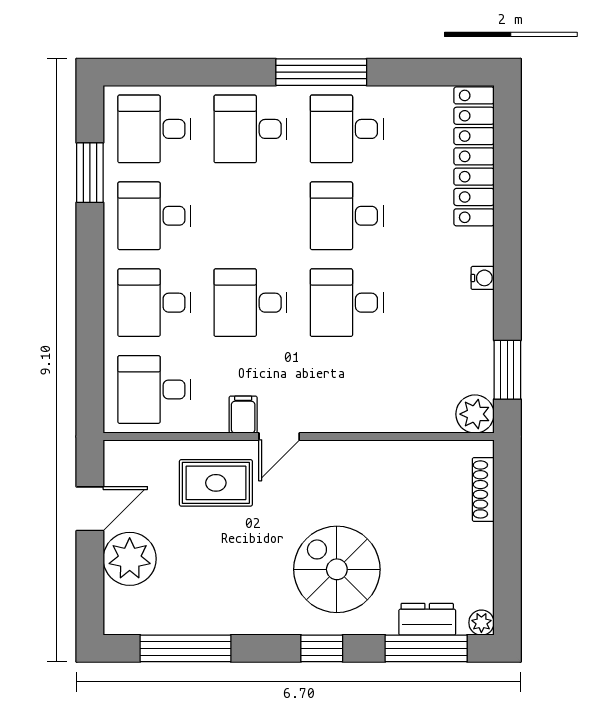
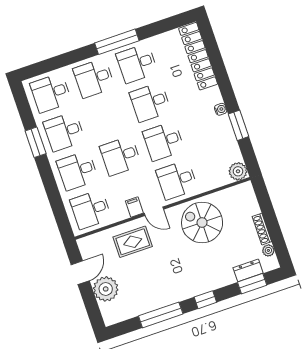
window: (90, 173) -> (36, 142), moved
window: (507, 370) -> (238, 125), moved
desk: (347, 390) -> (177, 180), added
door: (279, 436) -> (154, 211), hinge flipped
shoe rack: (483, 489) -> (262, 229), moved
spiral stairs: (337, 569) -> (202, 222), moved
plant: (481, 623) -> (268, 250), moved
window: (186, 648) -> (161, 315), moved
window: (426, 648) -> (252, 284), width x0.69

